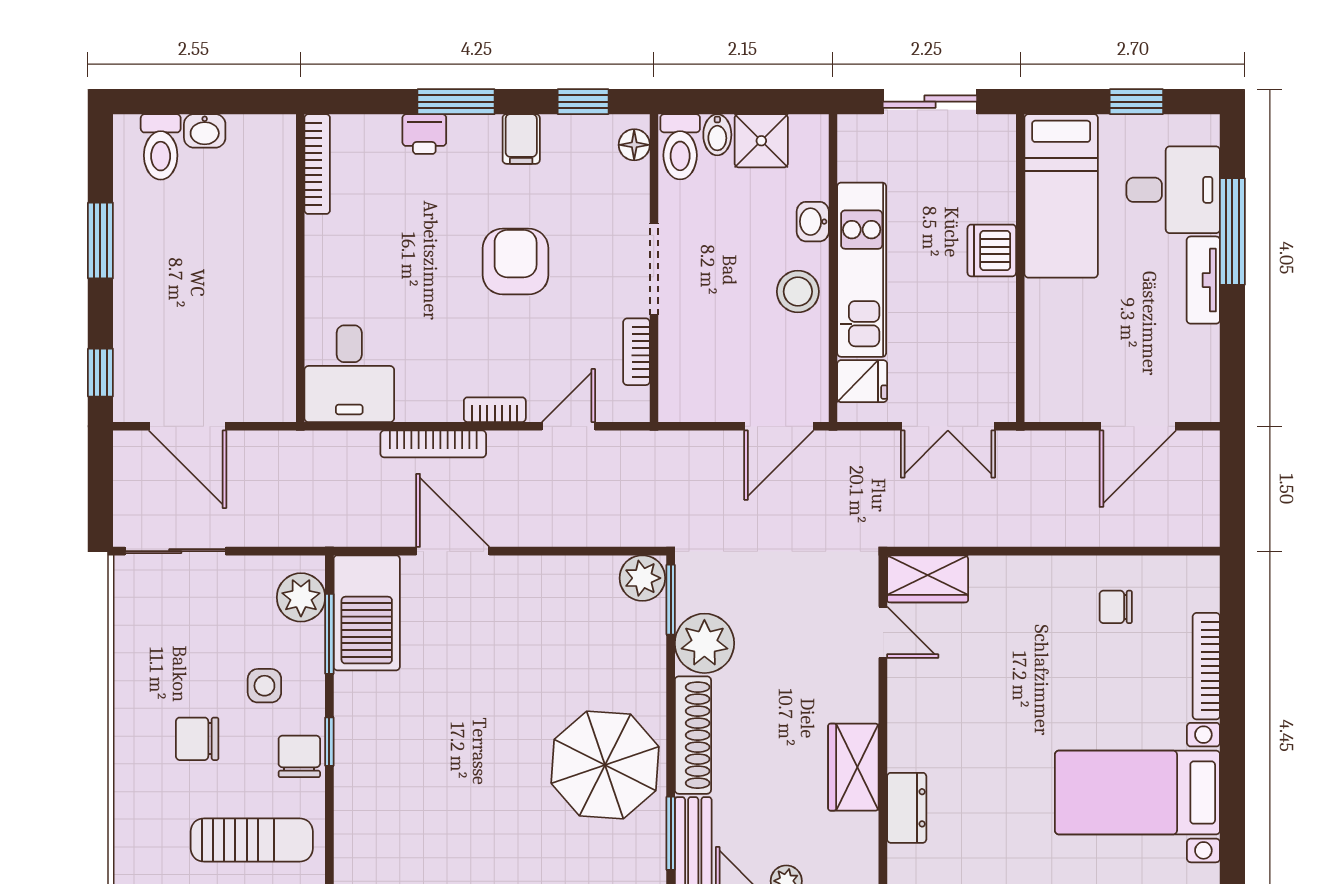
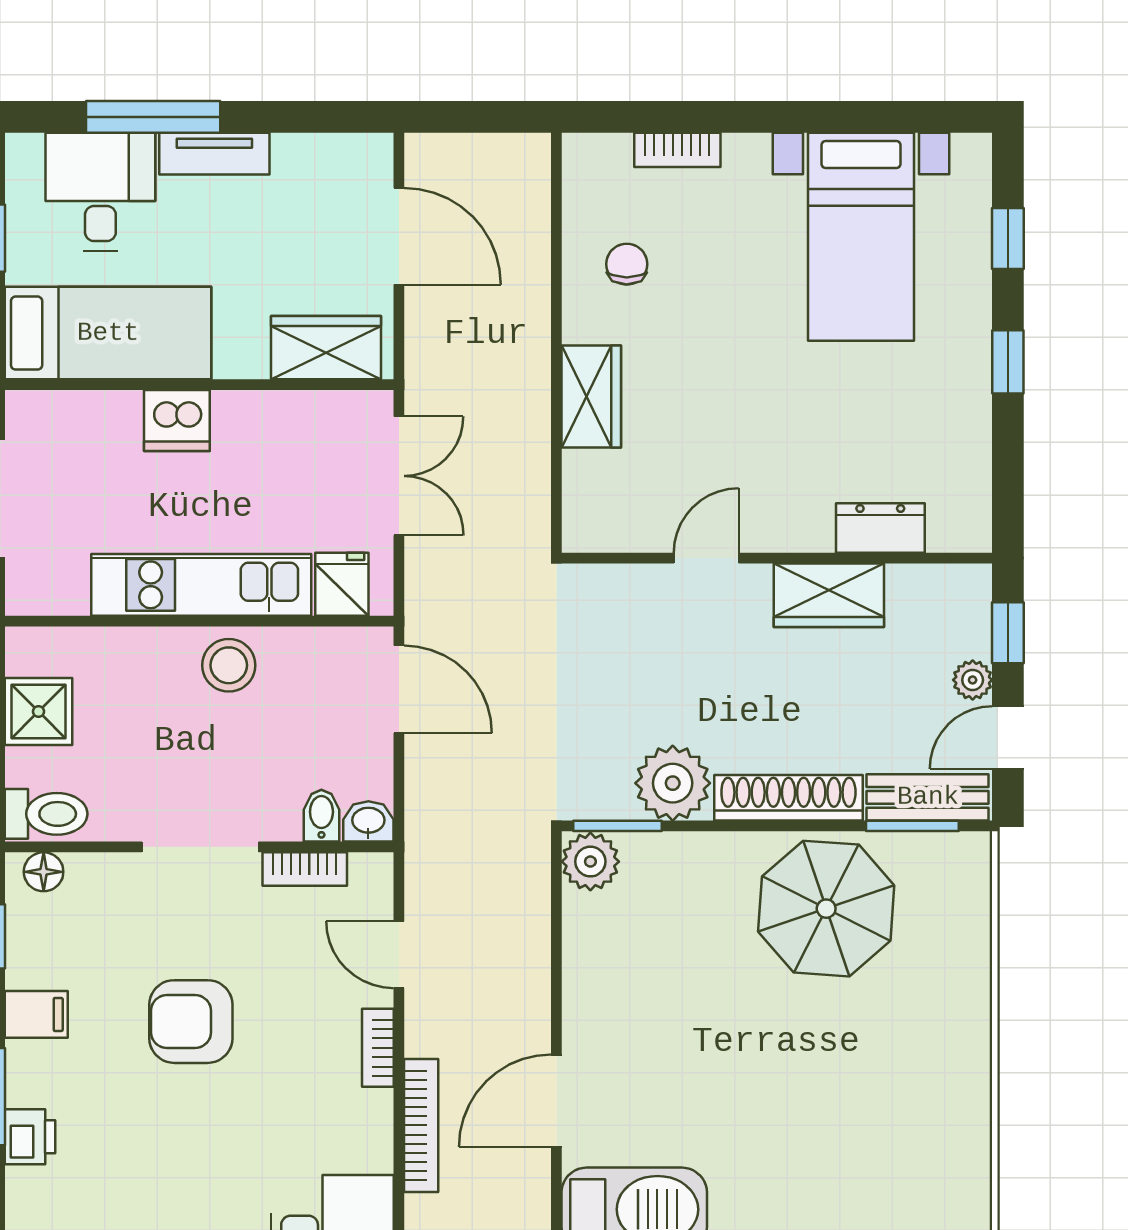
bidet: (717, 135) -> (321, 816), moved, turned -90
washbasin: (813, 222) -> (368, 821), moved, turned 180
wardrobe: (1050, 369) -> (326, 348), added
wardrobe: (928, 579) -> (591, 396), moved
chair: (1116, 607) -> (627, 264), turned 180
door: (883, 632) -> (706, 558), moved
bookcase: (1206, 666) -> (677, 150), width x0.64

